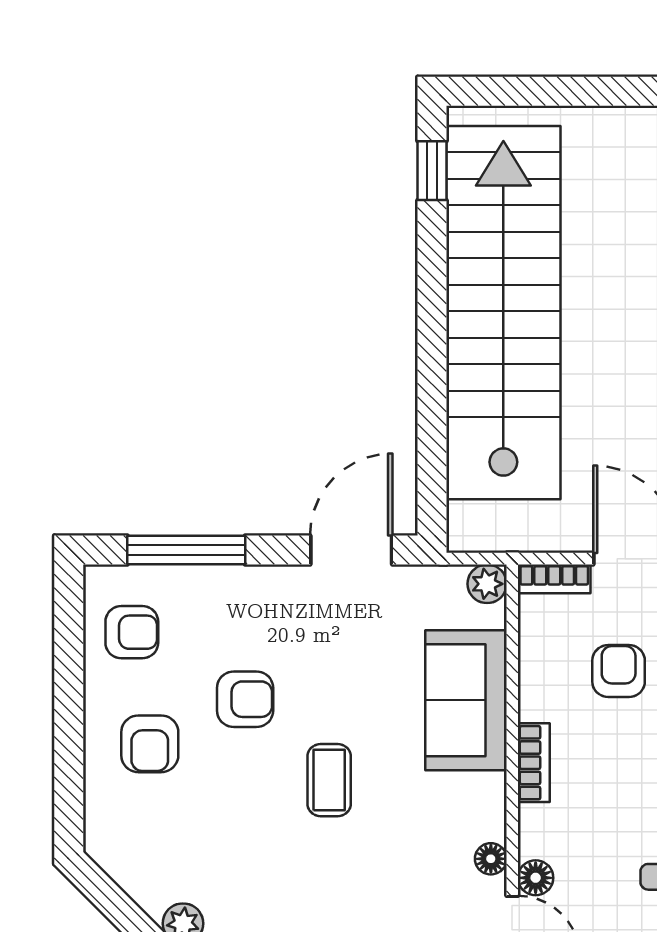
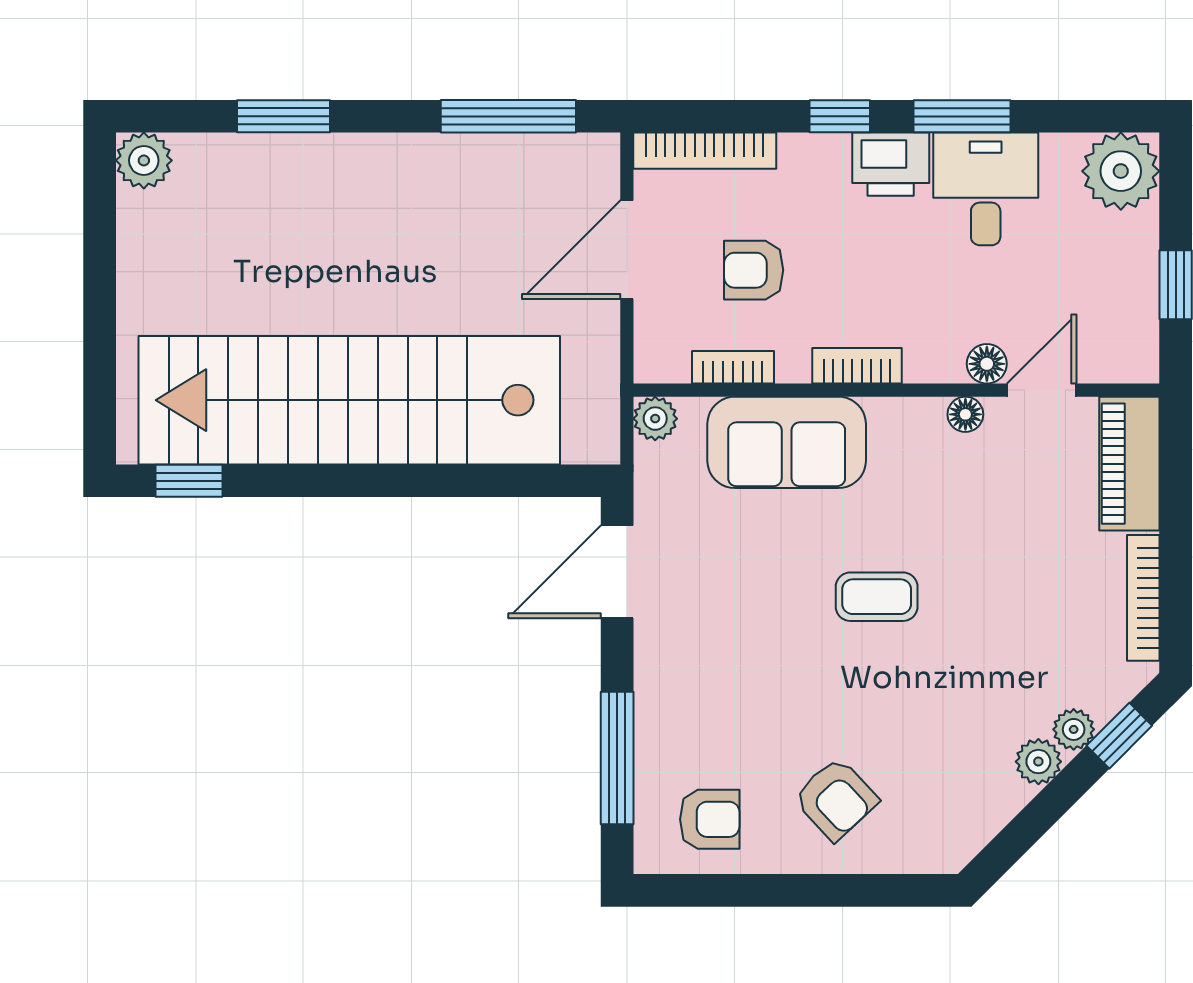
door: (351, 550) -> (617, 572), hinge flipped
bookcase: (554, 579) -> (733, 367), moved, turned -90
armchair: (132, 632) -> (710, 819), turned 90
armchair: (245, 699) -> (785, 691), removed
armchair: (150, 744) -> (836, 799), turned 47

